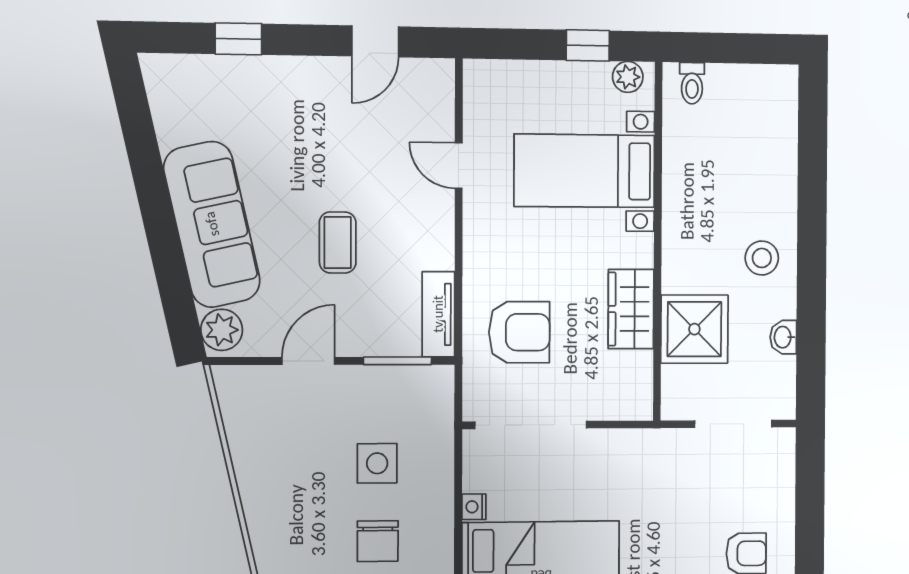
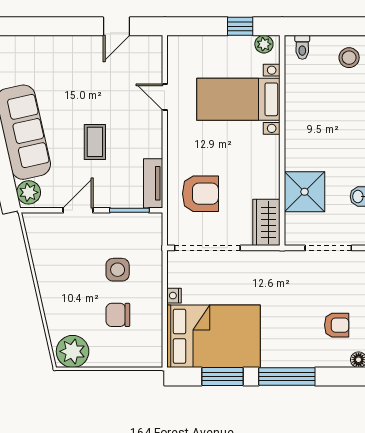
window: (238, 39) -> (38, 26), removed
stool: (762, 258) -> (349, 58), moved
wardrobe: (631, 309) -> (266, 222), moved
chair: (378, 541) -> (118, 315), turned 90

